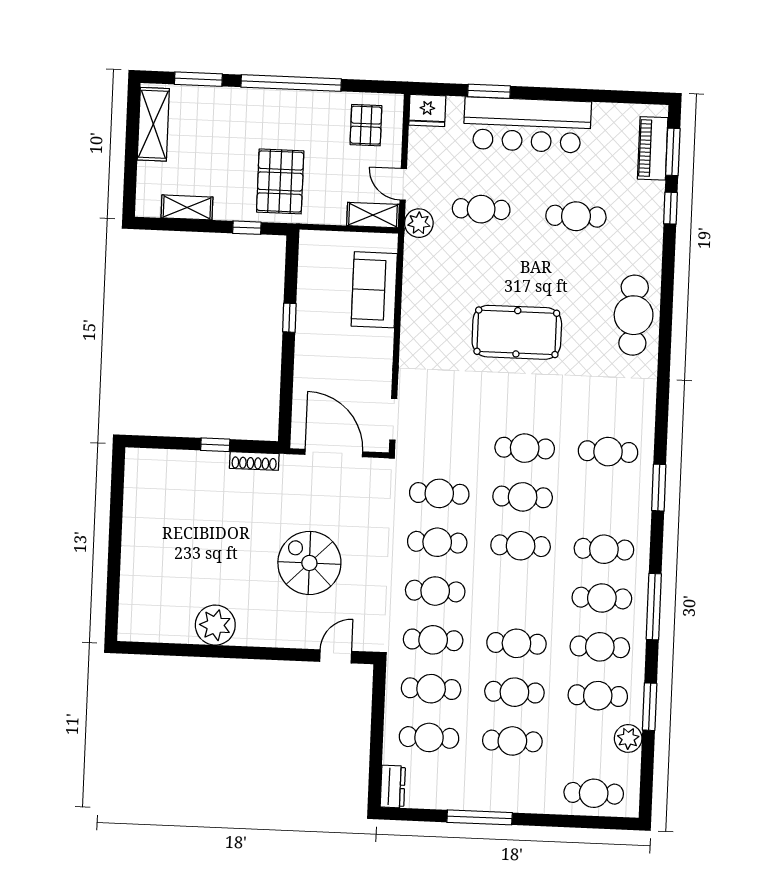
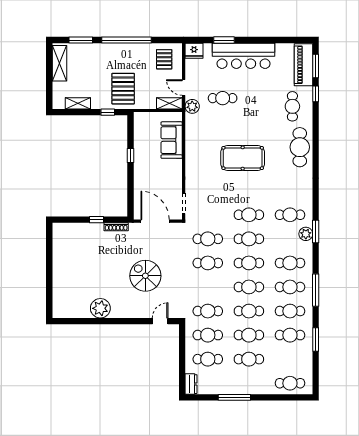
piano: (653, 148) -> (303, 65), width x1.37, depth x1.33
cafe table: (576, 216) -> (292, 106), moved, turned 90
cafe table: (435, 591) -> (249, 287), moved
plant: (628, 738) -> (306, 234), moved

